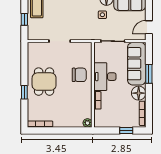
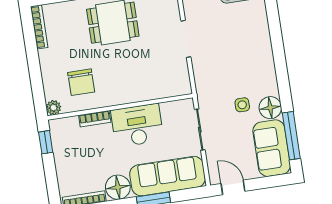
chair: (79, 75) -> (81, 82), moved
window: (126, 130) -> (46, 142), moved

